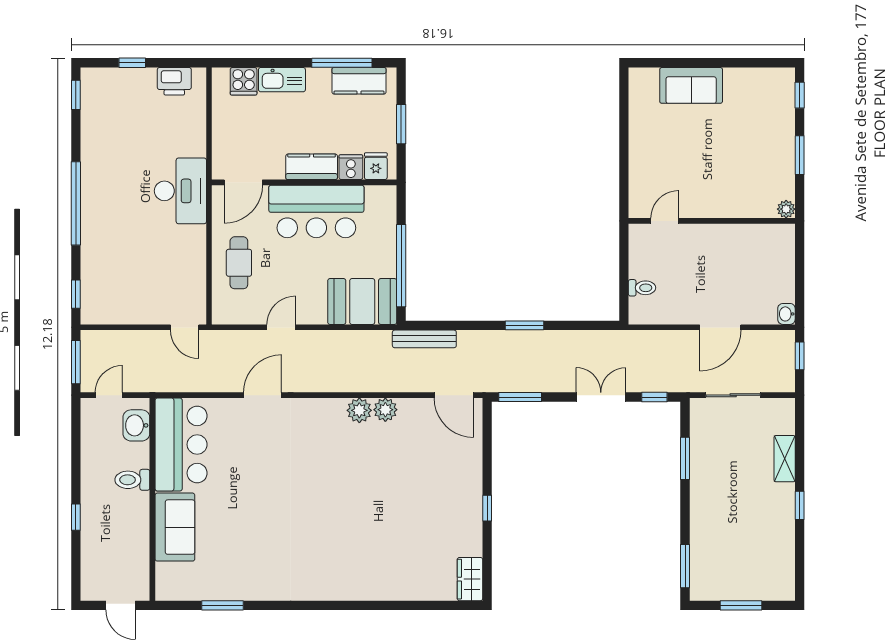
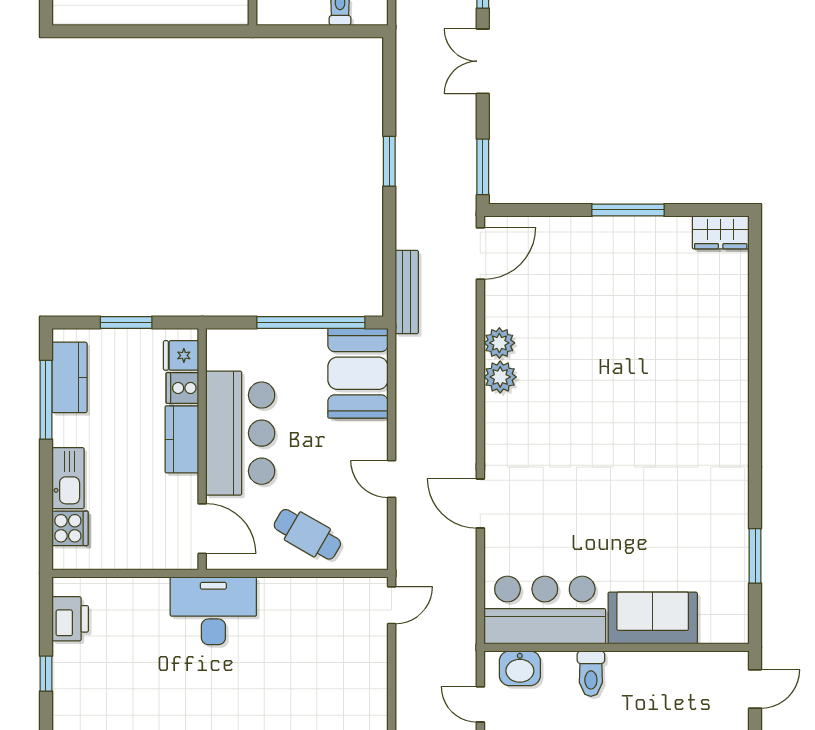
cafe table: (239, 263) -> (307, 534), turned 30
window: (487, 508) -> (628, 210), width x2.17

